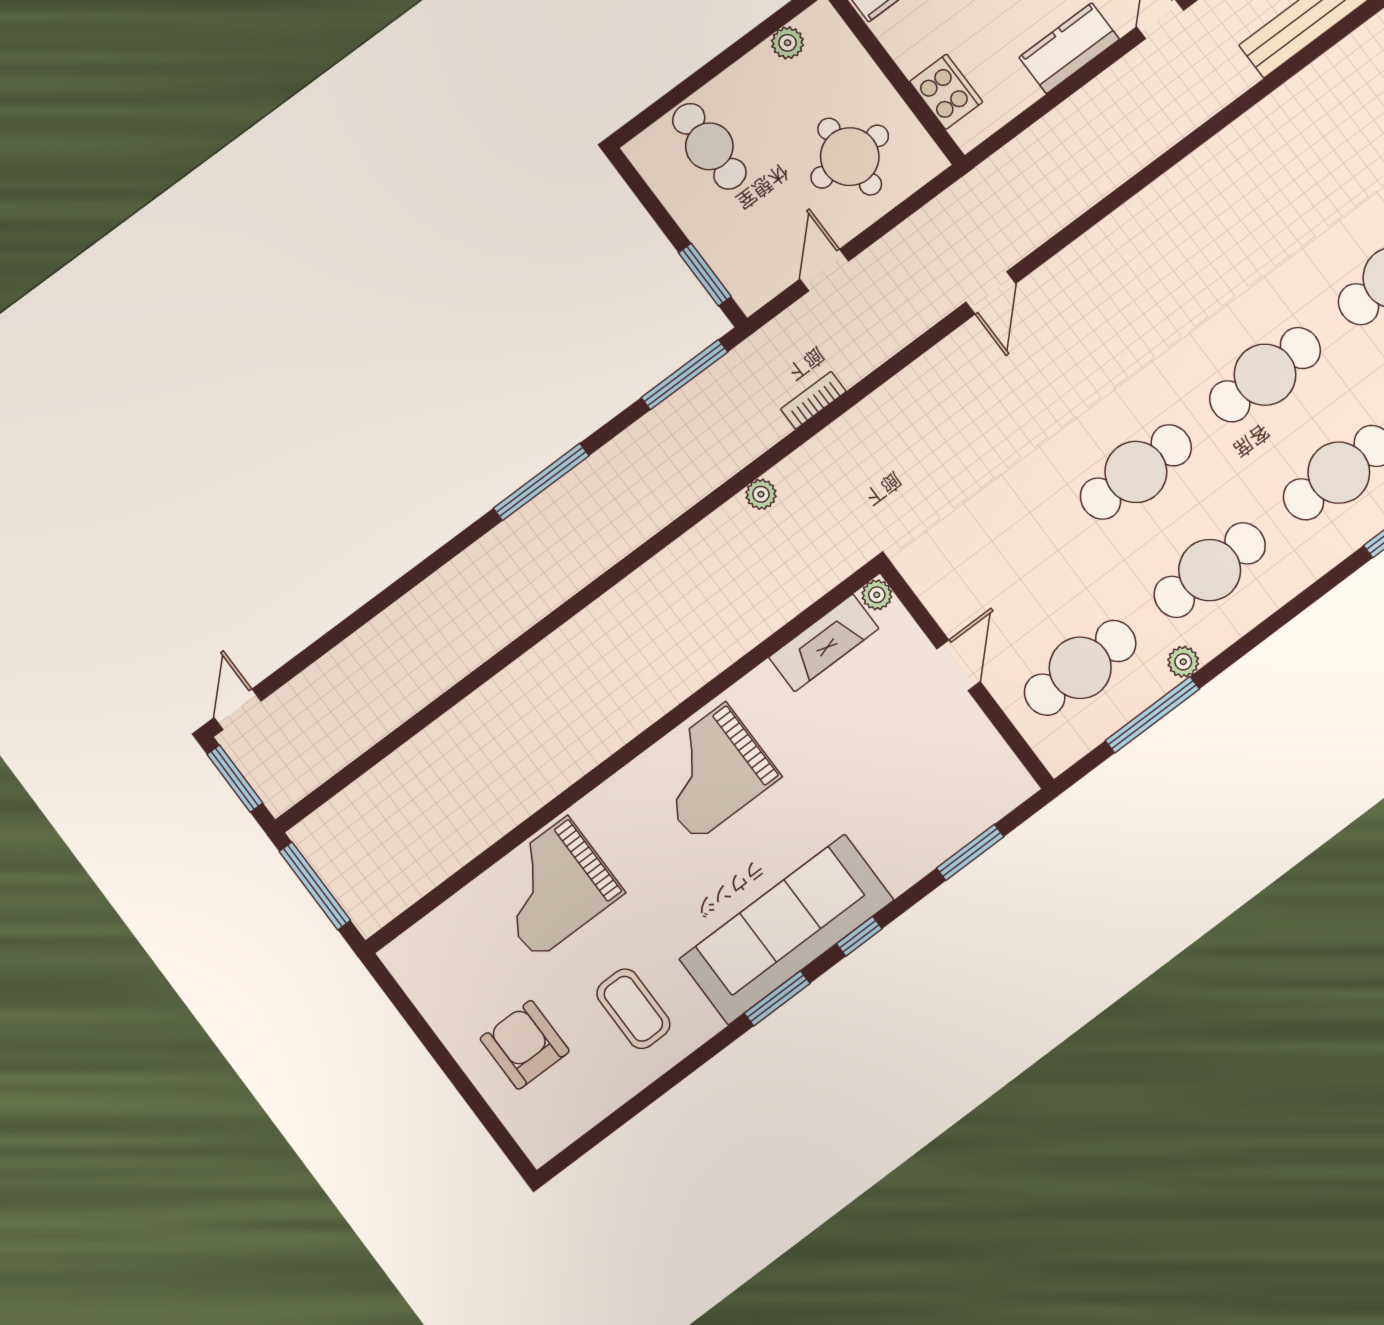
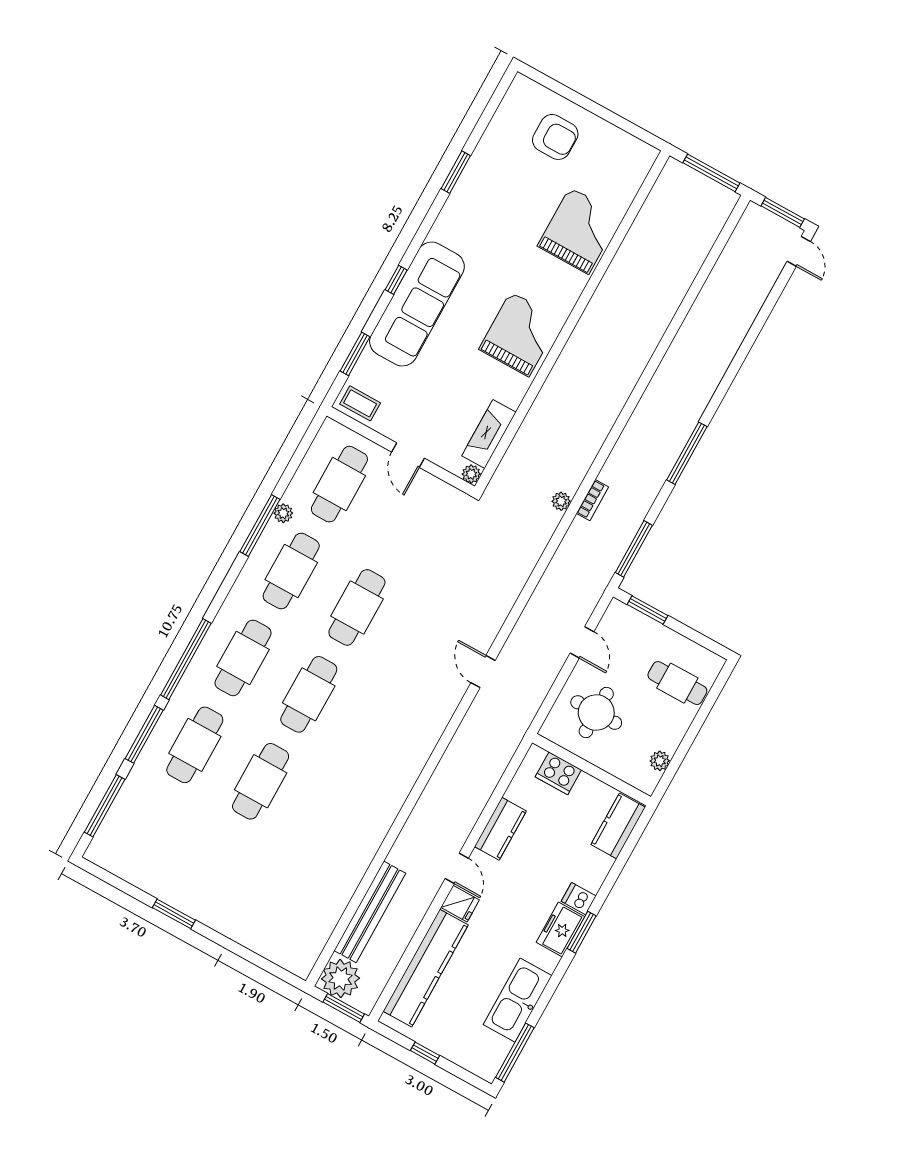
bookcase: (813, 400) -> (592, 500), moved
window: (1152, 715) -> (260, 525), moved
sofa: (787, 930) -> (417, 304), moved
window: (777, 998) -> (456, 172), moved
coffee table: (633, 1009) -> (360, 403), moved, width x0.73, depth x0.77

